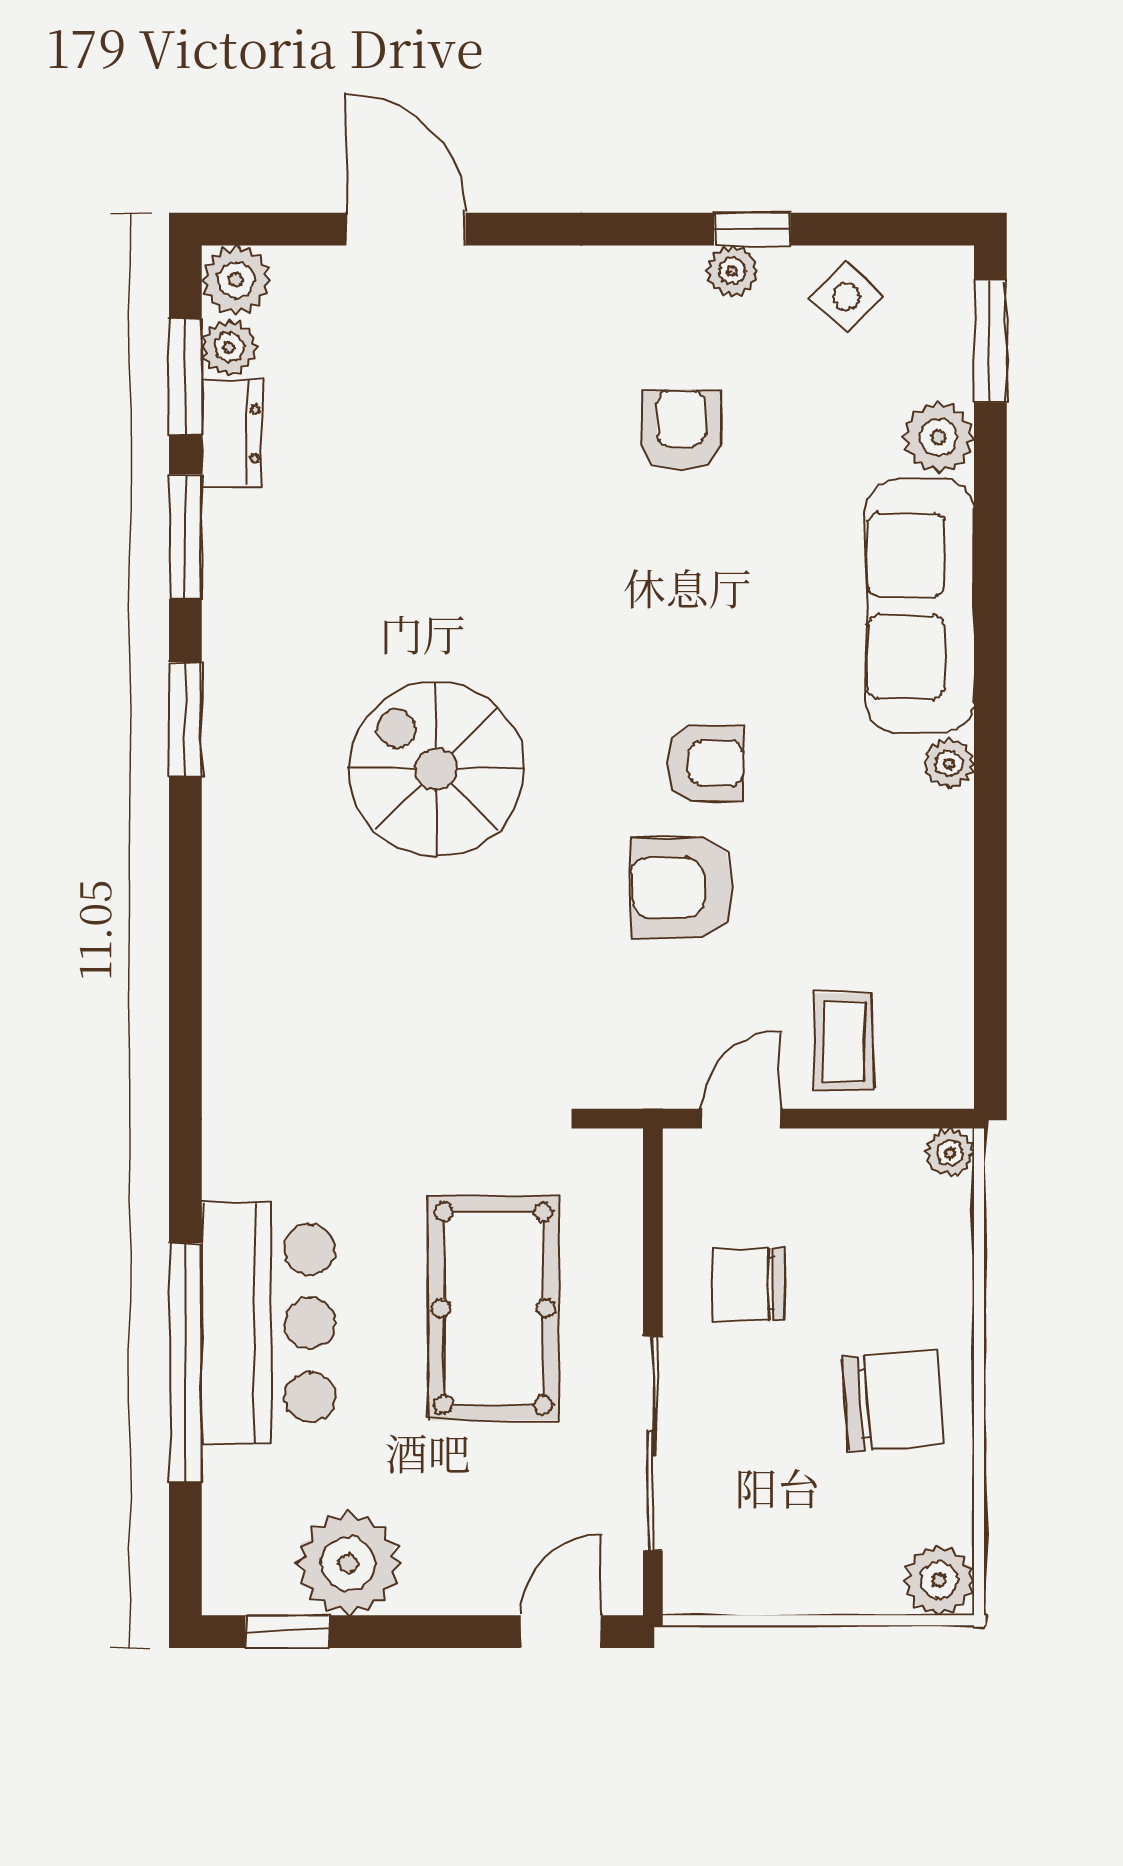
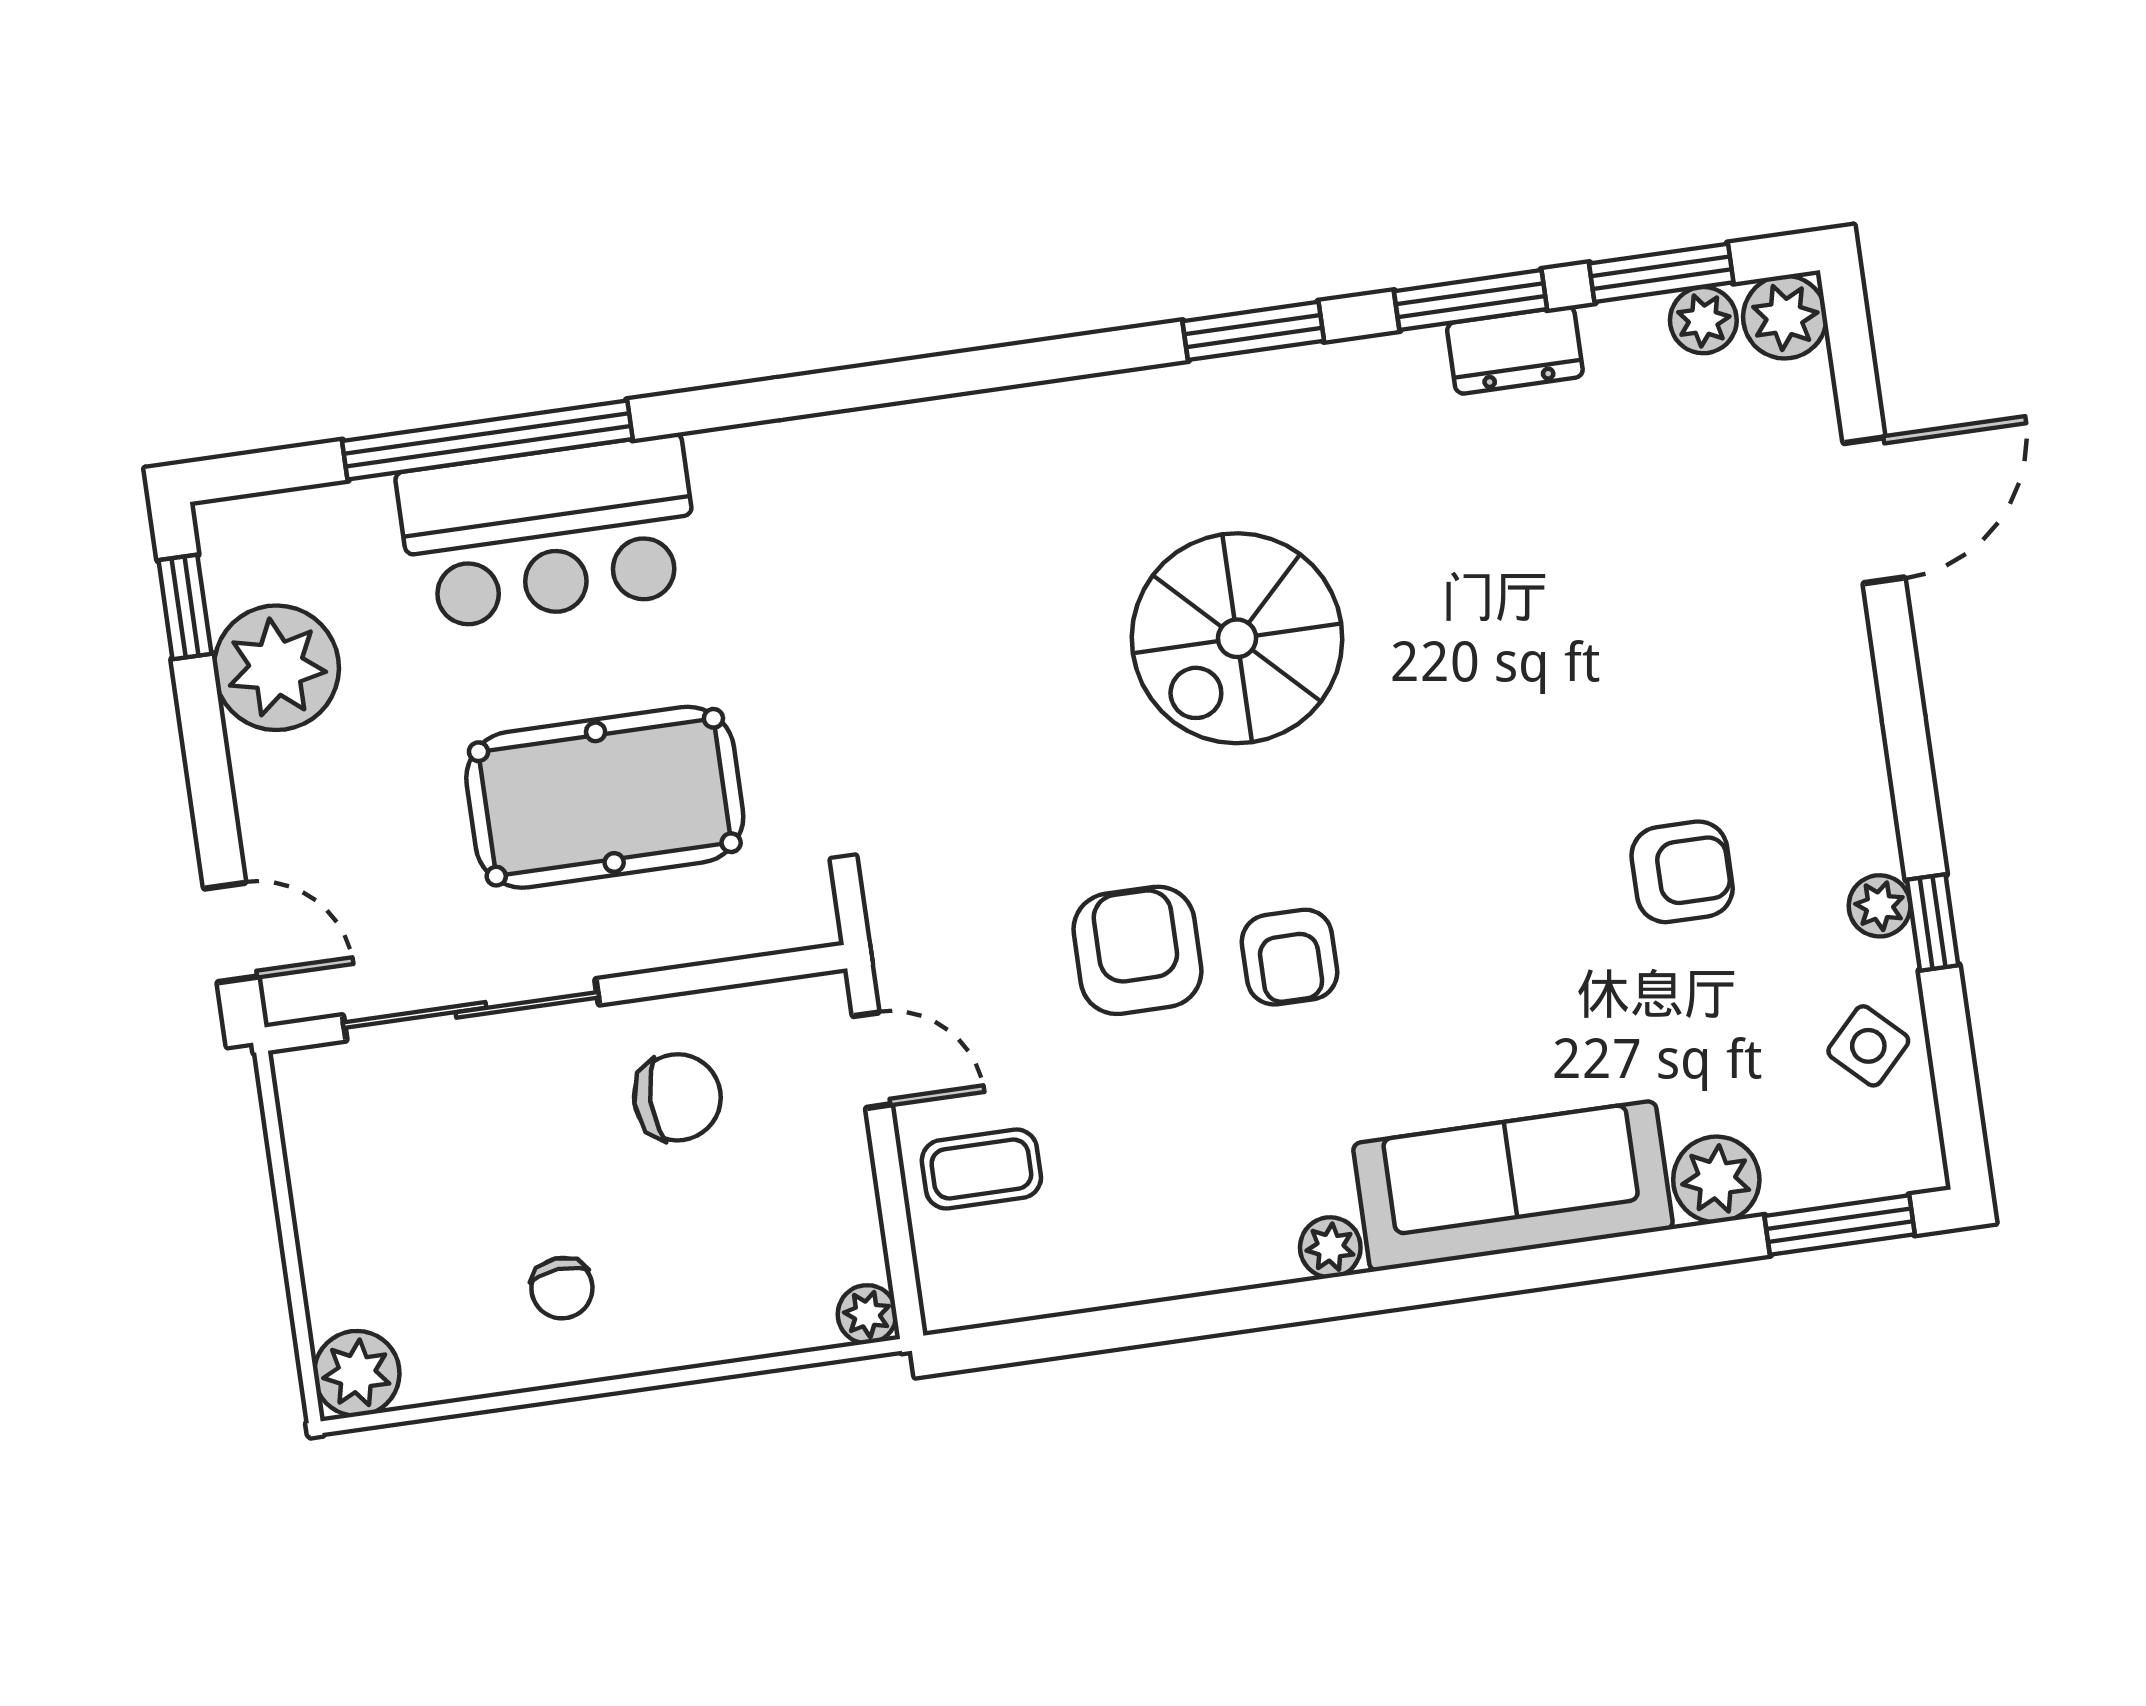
dresser: (232, 434) -> (1515, 350), moved
spiral stairs: (436, 769) -> (1237, 638), turned 180
chair: (749, 1284) -> (677, 1097), turned 90
chair: (893, 1401) -> (562, 1288), width x0.54, depth x0.54

